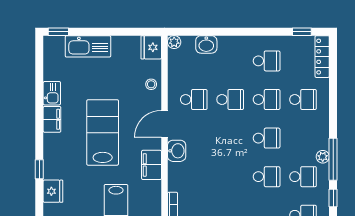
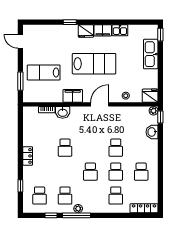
window: (302, 32) -> (160, 117), moved
school desk: (194, 99) -> (116, 124), removed
door: (164, 124) -> (100, 104), hinge flipped
washbasin: (177, 151) -> (63, 112), moved
school desk: (267, 177) -> (65, 148), moved
fridge: (53, 191) -> (86, 31), moved

